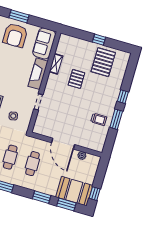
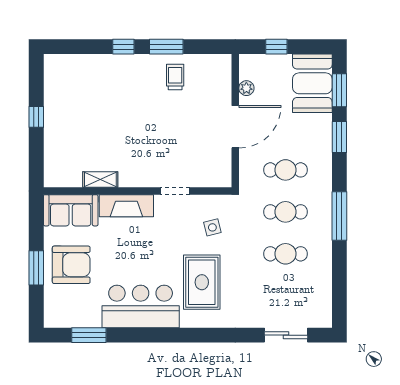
pallet: (103, 62) -> (73, 98), removed
pallet: (76, 79) -> (116, 136), removed
window: (95, 194) -> (276, 47), moved

